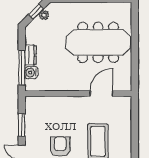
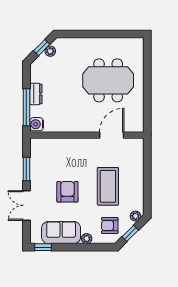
meeting table: (98, 42) -> (108, 80), width x0.73
water cooler: (31, 73) -> (37, 124), moved

